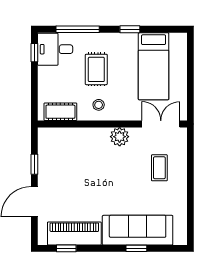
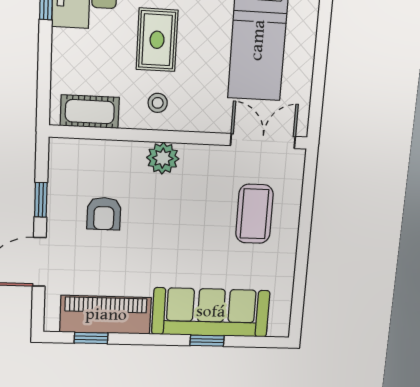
plant: (120, 137) -> (163, 158), moved
coffee table: (159, 168) -> (254, 214), width x1.36, depth x1.30
armchair: (71, 171) -> (104, 214), added

